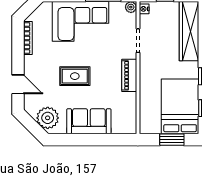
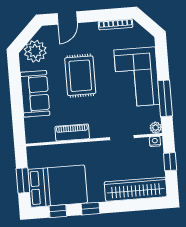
piano: (129, 75) -> (72, 133), moved
rug: (75, 76) -> (80, 76), width x1.36, depth x1.43

